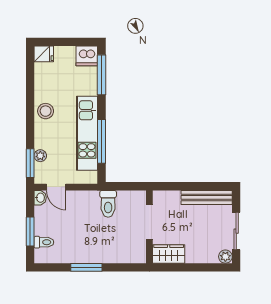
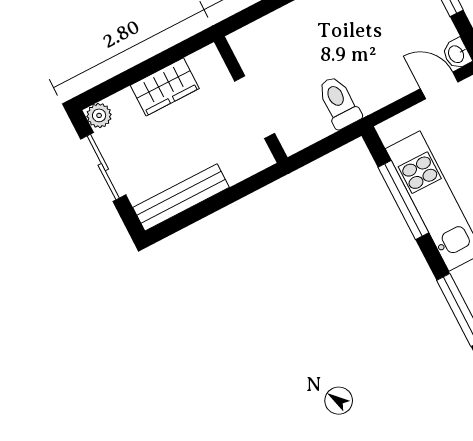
wardrobe: (169, 254) -> (165, 87), moved

